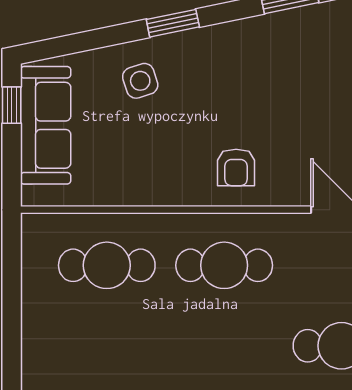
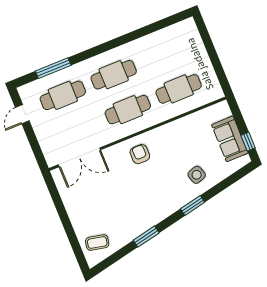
sofa: (46, 125) -> (230, 139), width x0.73
cafe table: (224, 346) -> (114, 75), added

